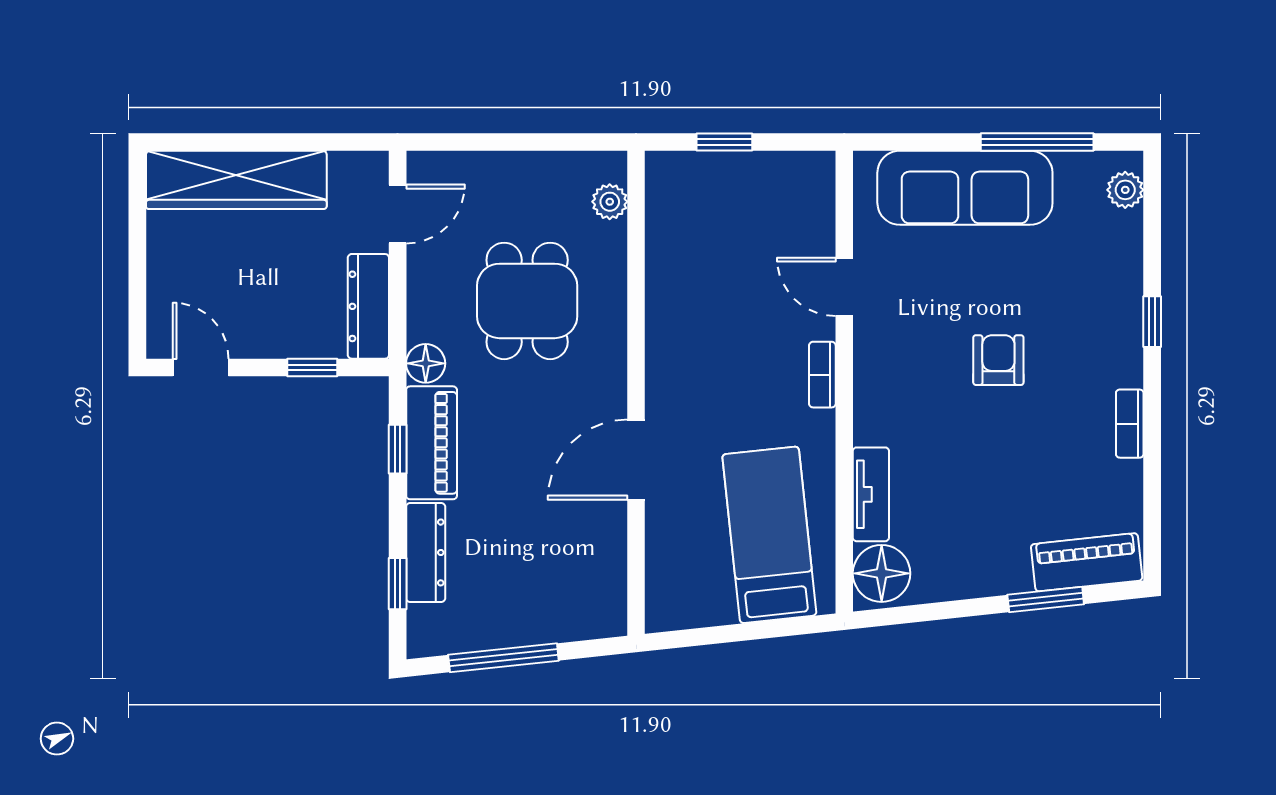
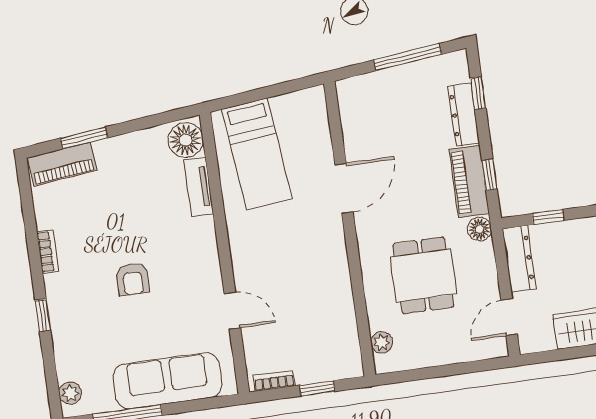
bookcase: (822, 375) -> (274, 381), moved, turned -90

